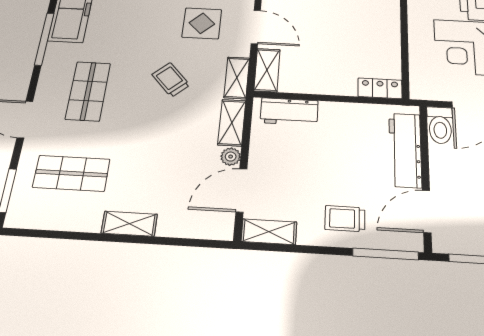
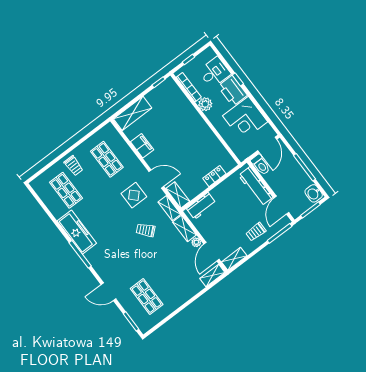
locker: (380, 88) -> (214, 176), moved
shop shelf: (88, 91) -> (120, 261), removed
shop shelf: (71, 173) -> (147, 297), turned 90
shelving: (129, 224) -> (212, 276), moved

